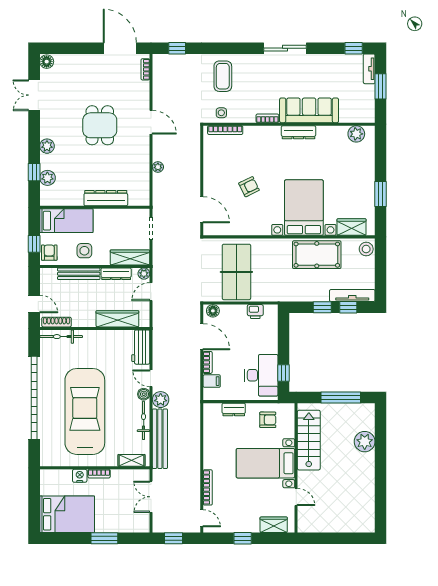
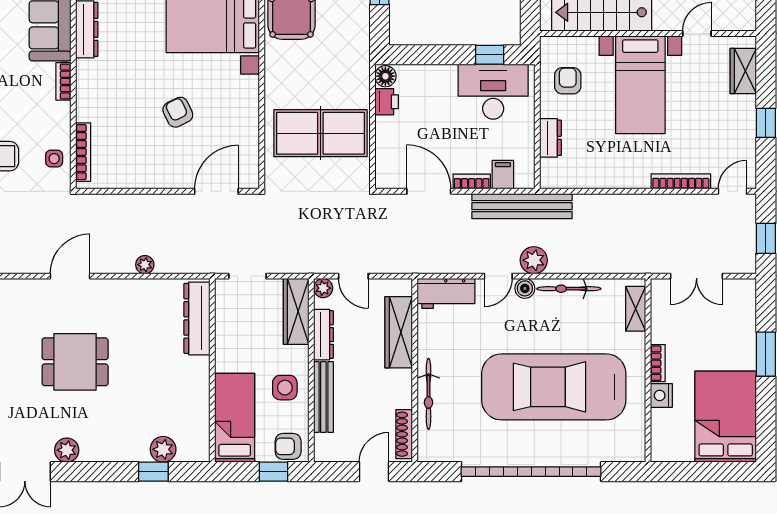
plant: (47, 146) -> (67, 450), moved
dresser: (106, 198) -> (197, 318), moved
floor lamp: (213, 311) -> (385, 76), moved
bicycle: (61, 337) -> (429, 394), moved
door: (202, 337) -> (429, 191), hinge flipped
bench: (160, 439) -> (522, 206), moved

